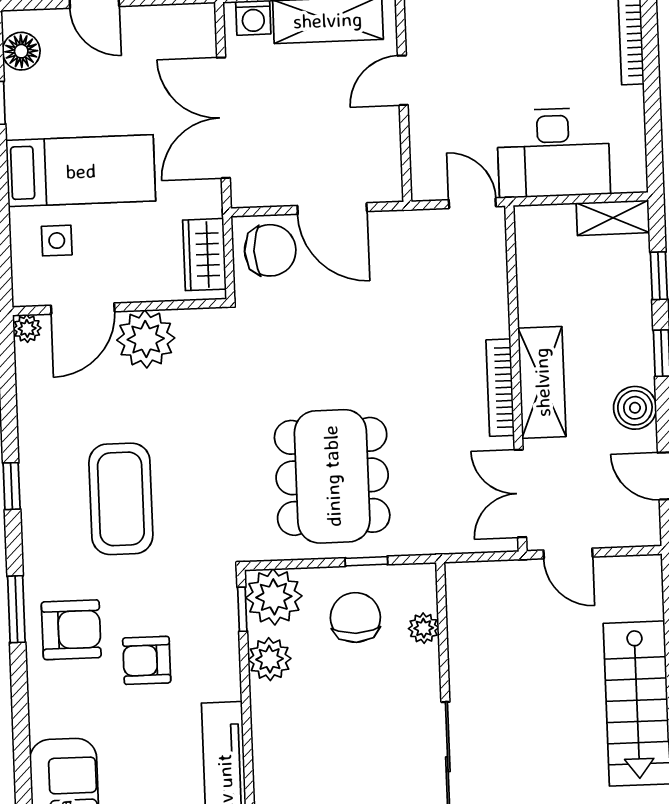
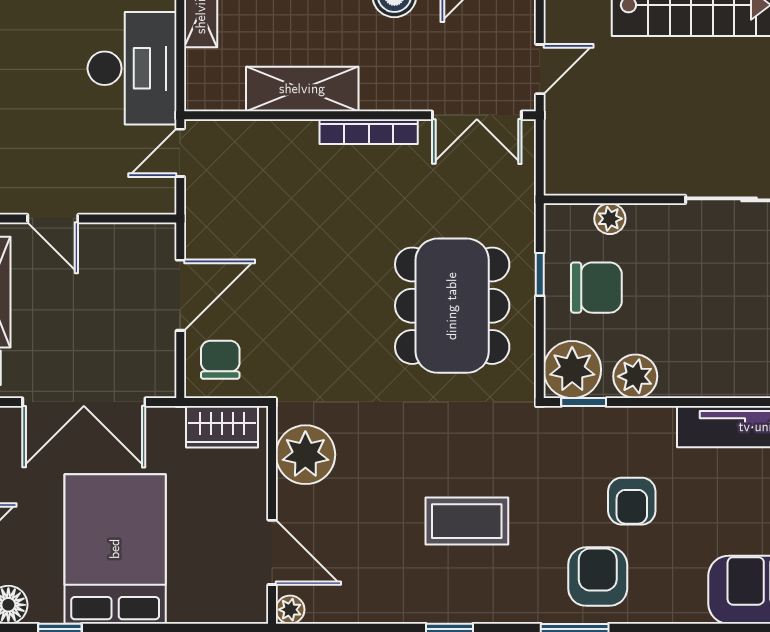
bed: (81, 171) -> (115, 549), width x1.50
side table: (57, 241) -> (202, 576), removed
chair: (270, 250) -> (220, 360), width x0.73, depth x0.73
plant: (146, 339) -> (305, 455), moved
shelving: (542, 382) -> (302, 89), moved
dining table: (332, 476) -> (452, 306), turned 90
coffee table: (121, 499) -> (467, 521), width x0.73, depth x0.76
chair: (355, 617) -> (596, 288), turned 180

